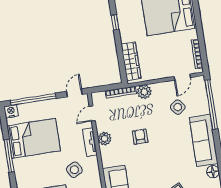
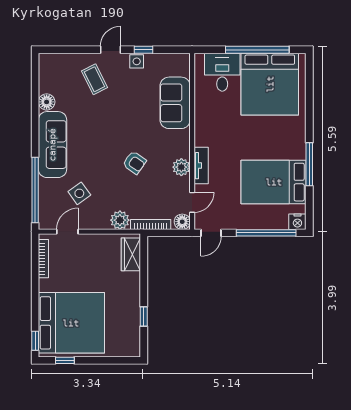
wardrobe: (131, 61) -> (131, 254), width x0.67
floor lamp: (97, 98) -> (182, 222), added
armchair: (140, 137) -> (134, 162), turned -55
side table: (74, 170) -> (227, 133), removed

